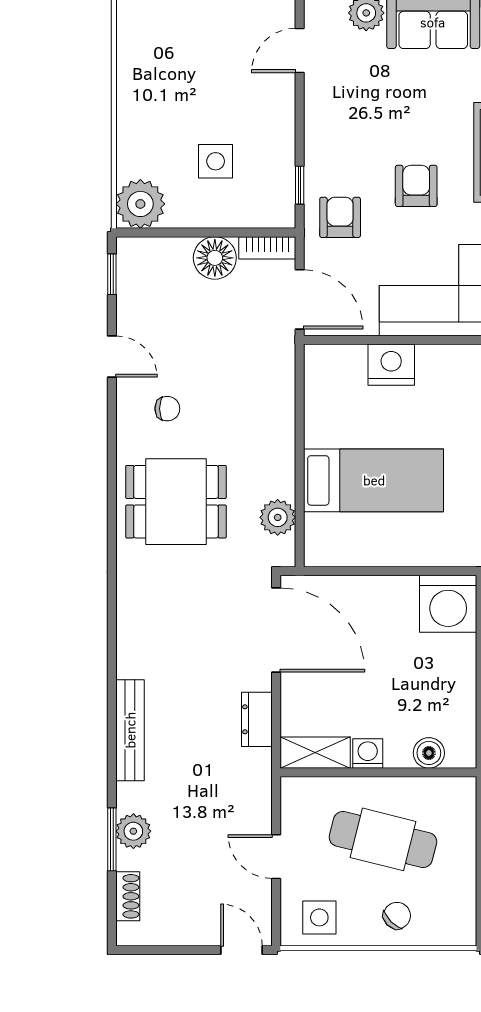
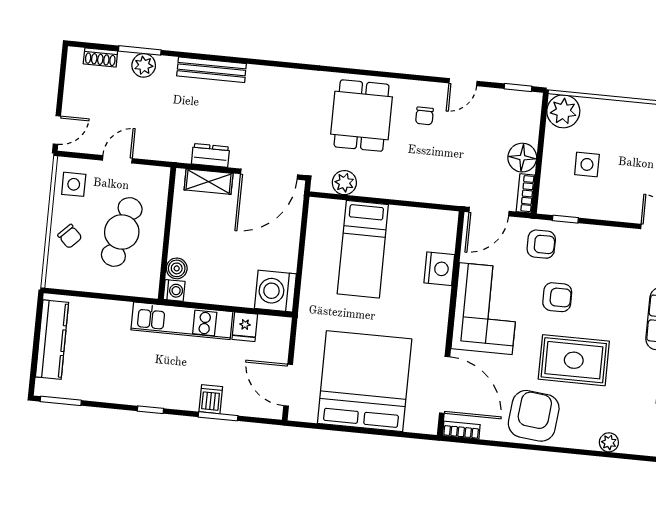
shelving: (315, 753) -> (209, 182), moved, turned 90
washing machine: (368, 754) -> (174, 290), moved

